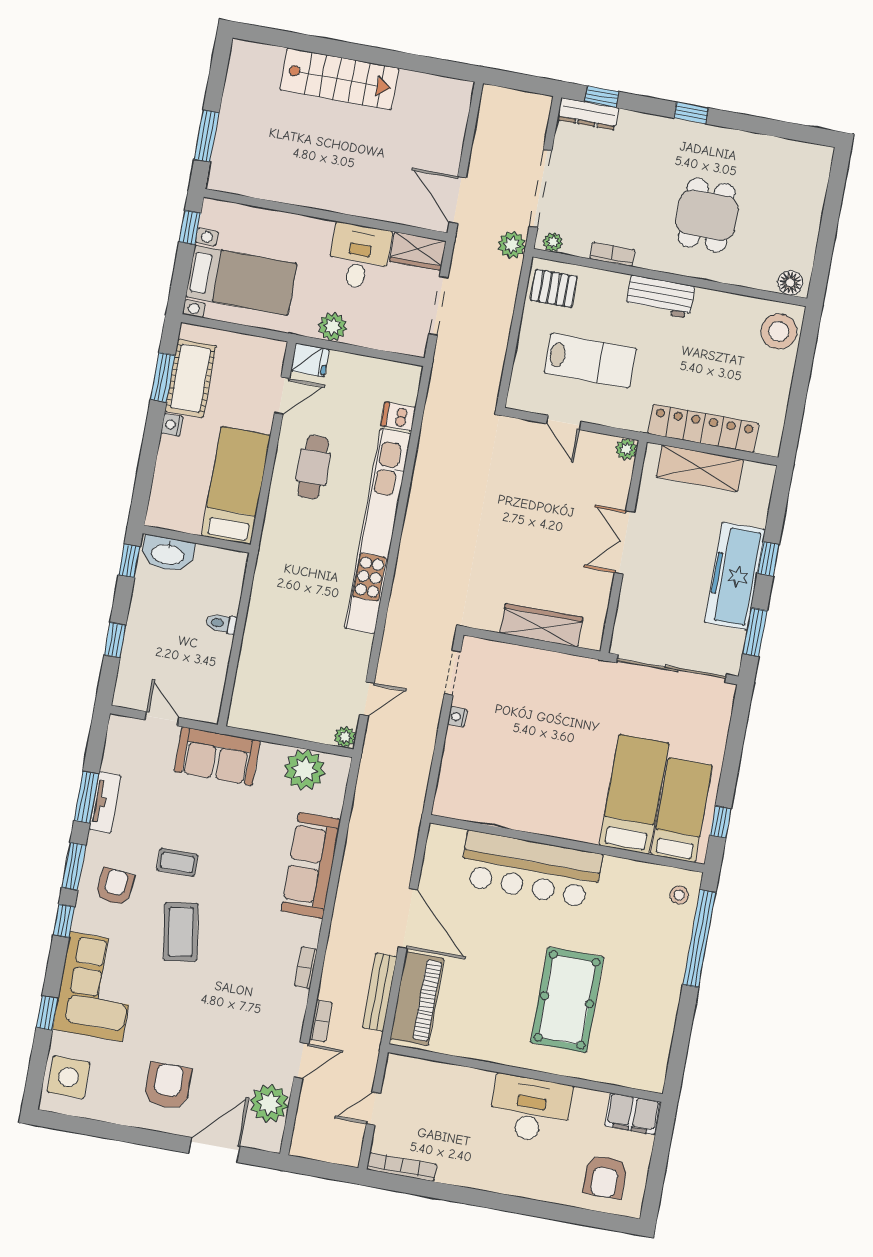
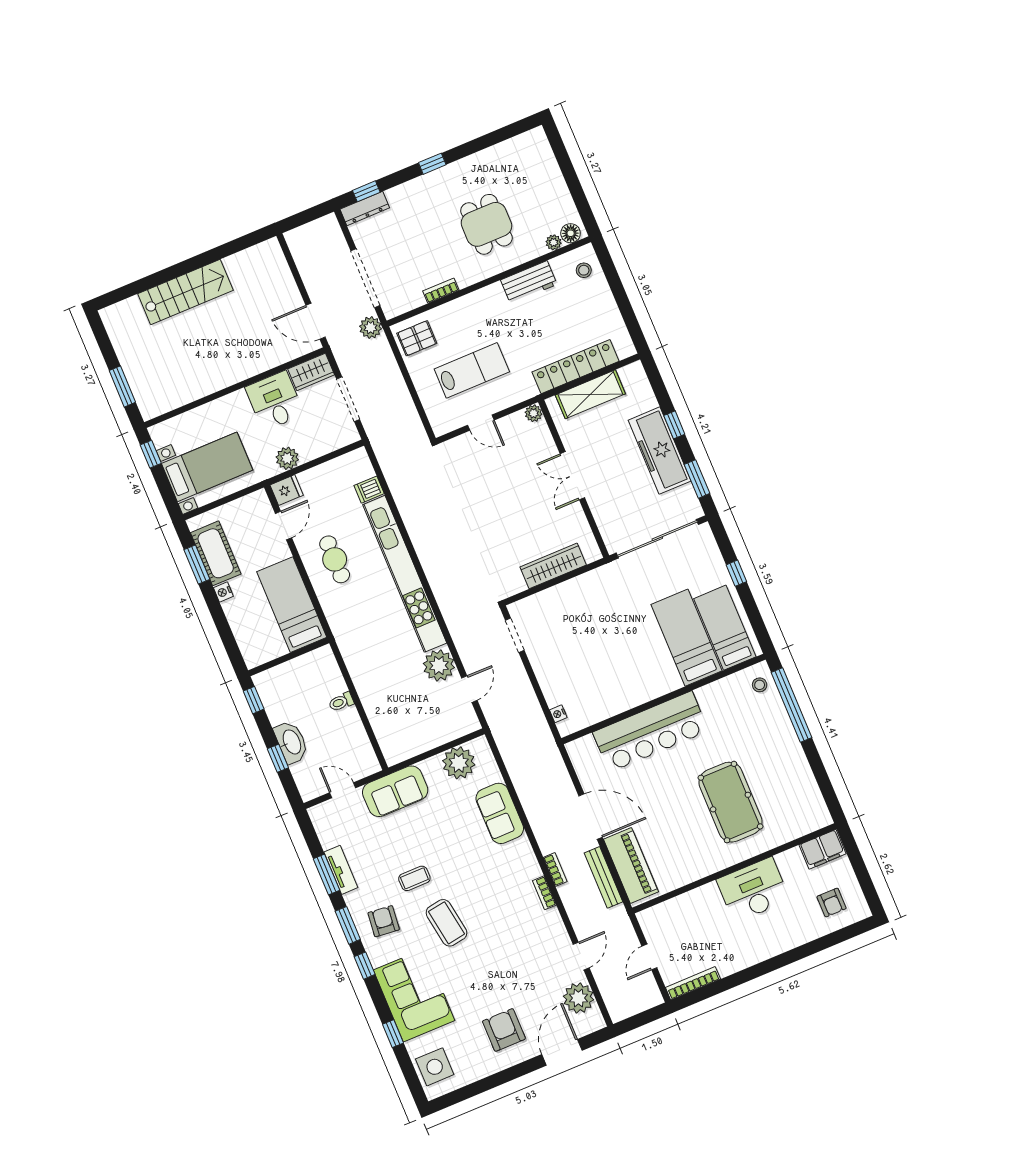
plant: (553, 242) -> (554, 242), moved
workbench: (660, 297) -> (529, 282), moved
stool: (779, 331) -> (584, 270), width x0.53, depth x0.53
washbasin: (168, 554) -> (291, 742), moved, turned -90
nightstand: (457, 717) -> (558, 714), moved
plant: (345, 737) -> (439, 665), moved, width x1.88, depth x1.88
window: (720, 822) -> (736, 573), moved
sofa: (311, 865) -> (500, 813), width x0.73
bookcase: (321, 1021) -> (555, 869), moved
armchair: (605, 1177) -> (832, 903), width x0.72, depth x0.72

